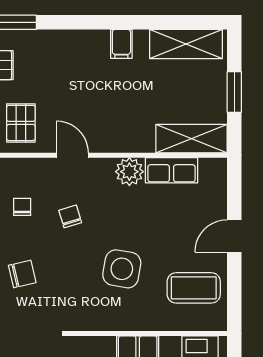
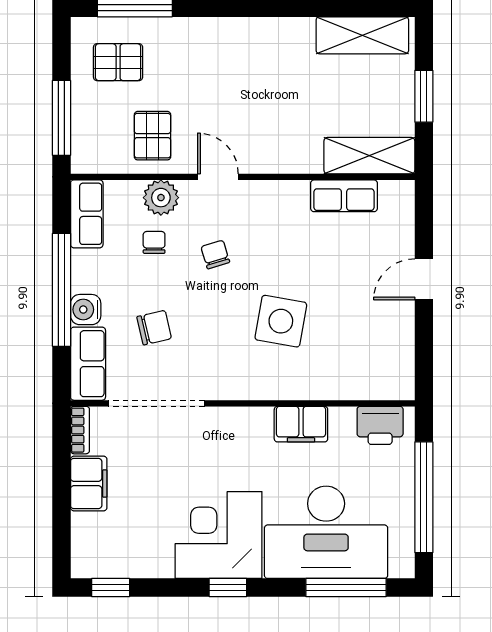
filing cabinet: (121, 44) -> (280, 35), removed
plant: (129, 172) -> (161, 198), moved
coffee table: (194, 288) -> (372, 345), removed

